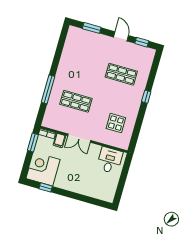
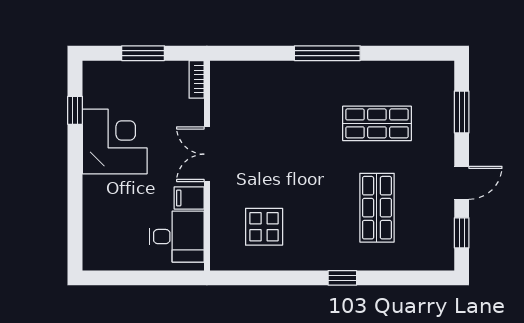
window: (48, 89) -> (327, 53), moved
shop shelf: (76, 101) -> (377, 123), moved, turned 90
filing cabinet: (59, 140) -> (189, 198), moved
window: (33, 143) -> (143, 53), moved
corner desk: (43, 169) -> (115, 141), moved

